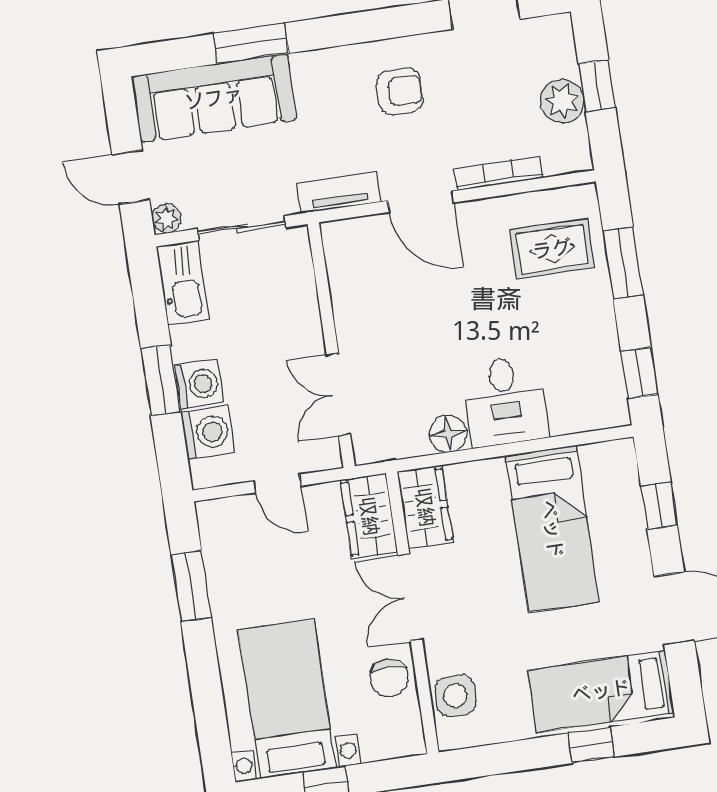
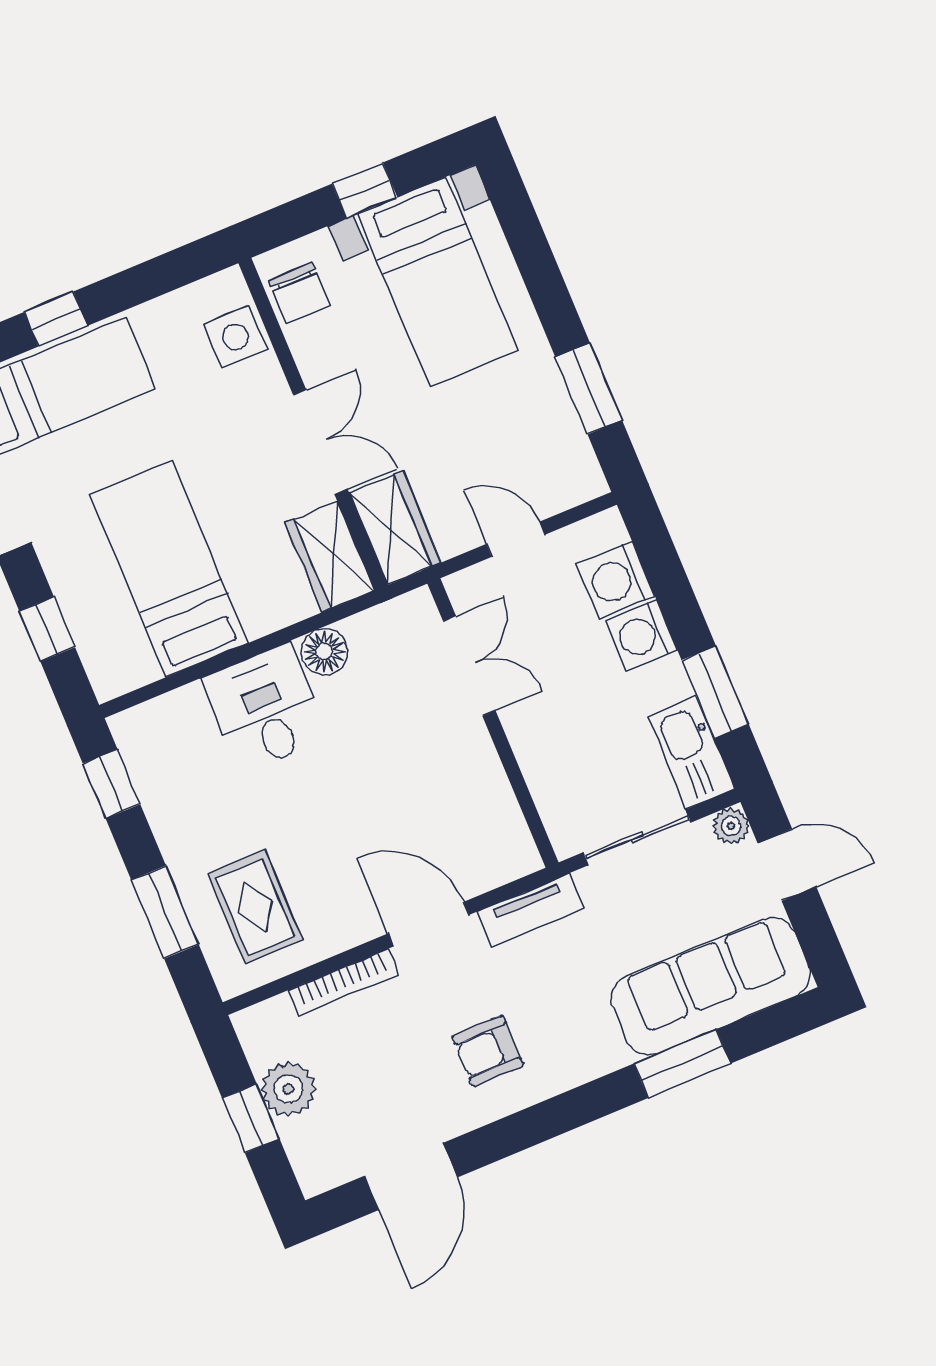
rug: (552, 249) -> (255, 907), turned 90
window: (161, 380) -> (715, 692), moved
chair: (389, 678) -> (299, 293), moved, turned 180

